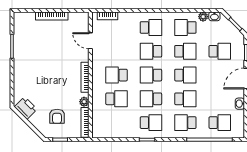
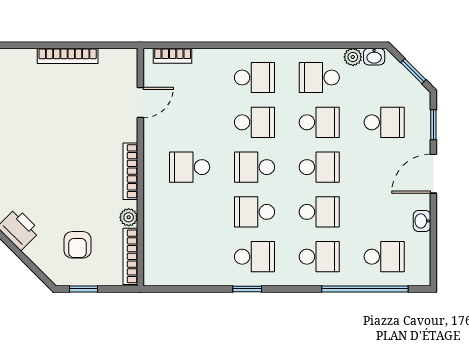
door: (90, 41) -> (140, 103), swing flipped
school desk: (151, 51) -> (254, 122), turned 180
school desk: (117, 99) -> (190, 212), removed
school desk: (185, 123) -> (319, 257), turned 180

